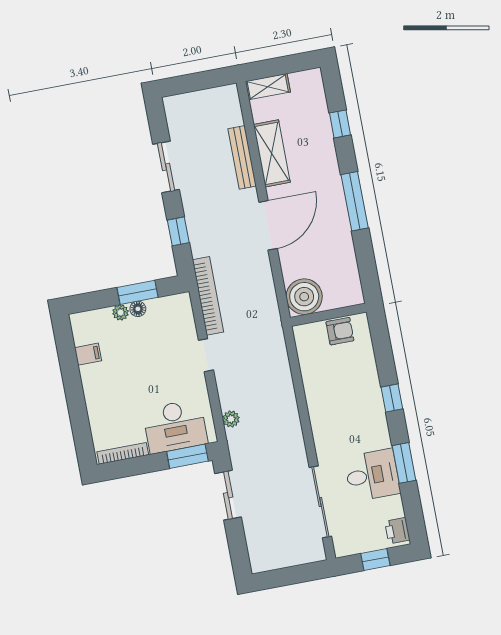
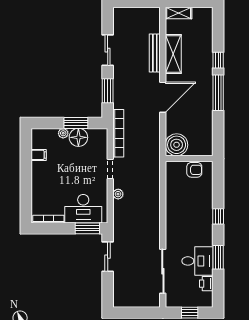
window: (340, 124) -> (218, 60), moved
window: (178, 231) -> (108, 91), width x1.50
floor lamp: (138, 309) -> (78, 137), width x1.89, depth x1.89
plant: (231, 419) -> (118, 194), moved
printer: (397, 531) -> (206, 284), moved

